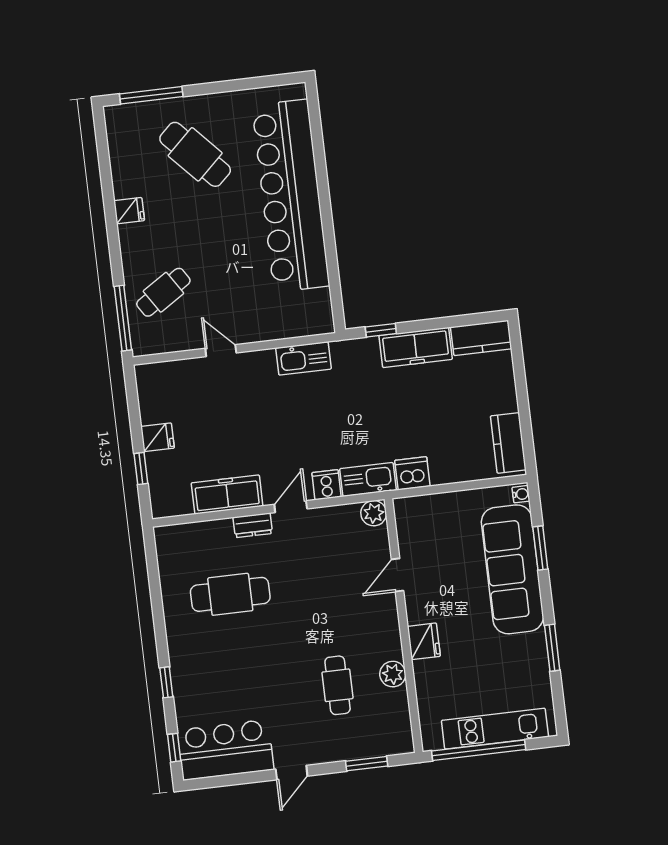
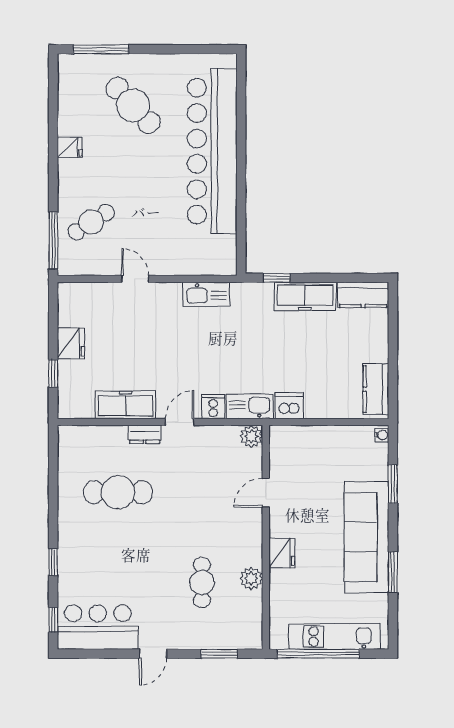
fridge: (158, 437) -> (71, 343), width x1.38
sofa: (512, 569) -> (366, 537), moved

